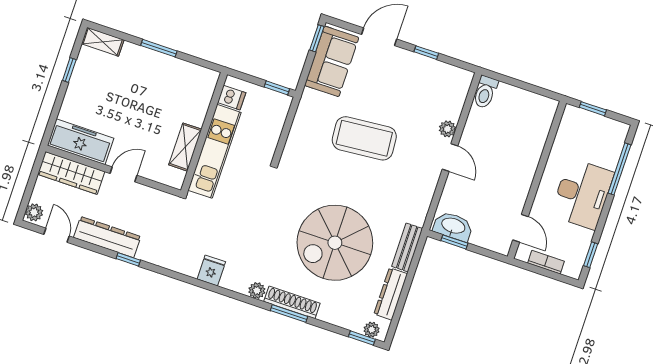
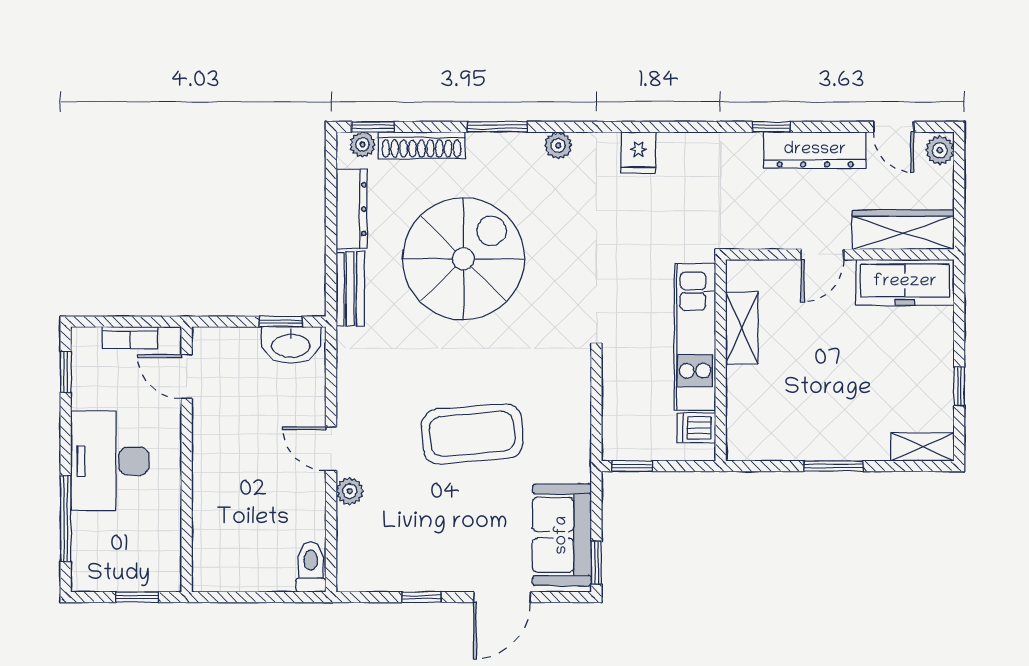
shoe rack: (292, 302) -> (421, 145), moved

